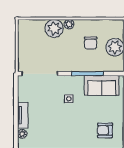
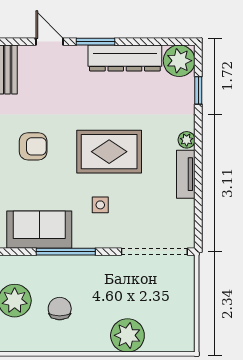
plant: (69, 24) -> (100, 343), removed
rug: (64, 127) -> (109, 152), added

